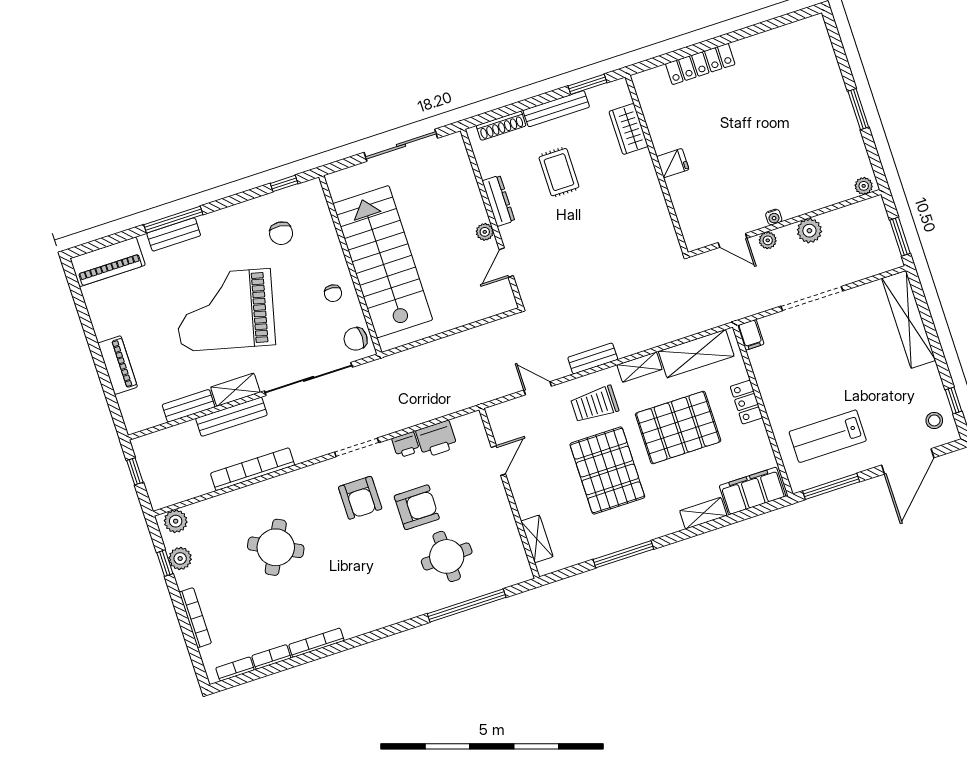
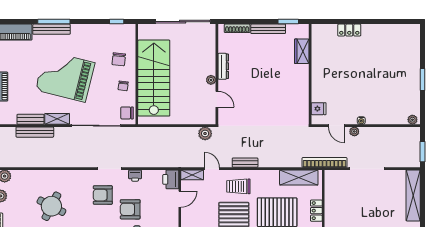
locker: (700, 64) -> (349, 30), width x0.66
sliding door: (401, 145) -> (183, 22), width x1.36
fridge: (673, 163) -> (319, 109), moved
rug: (559, 172) -> (259, 62), removed
plant: (809, 231) -> (205, 133), moved
chair: (281, 233) -> (119, 59), moved
bench: (174, 234) -> (52, 29), width x1.36
door: (506, 263) -> (217, 99), swing flipped
filing cabinet: (751, 335) -> (330, 177), removed
shelving: (640, 367) -> (192, 175), moved
bench: (231, 417) -> (35, 132), moved
printer: (437, 439) -> (171, 179), moved, turned 90
bookcase: (253, 469) -> (324, 162), moved
armchair: (360, 498) -> (103, 195), turned 90
armchair: (417, 507) -> (130, 209), turned 180

